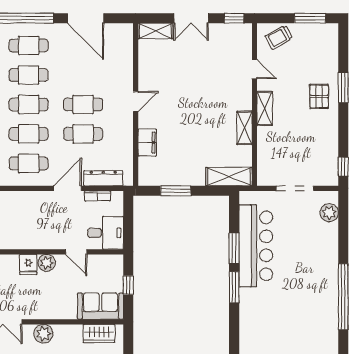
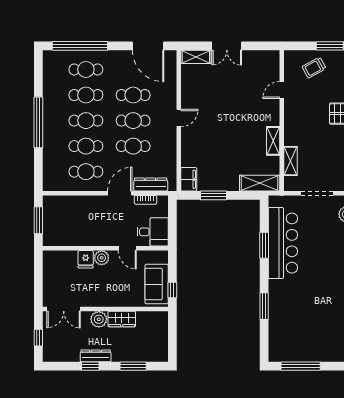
door: (86, 18) -> (148, 46), moved
window: (234, 18) -> (264, 46), removed
trolley: (279, 37) -> (314, 68), moved
door: (254, 69) -> (282, 90), swing flipped
cafe table: (83, 75) -> (133, 95), added
shelving: (265, 108) -> (290, 161), moved
filing cabinet: (147, 143) -> (189, 179), moved
window: (128, 285) -> (172, 290), moved
window: (234, 287) -> (264, 306), moved
sofa: (100, 306) -> (157, 284), moved, turned -90
wardrobe: (99, 333) -> (122, 319), moved

